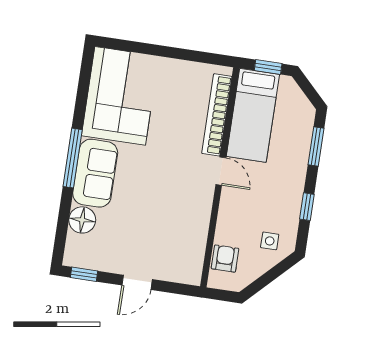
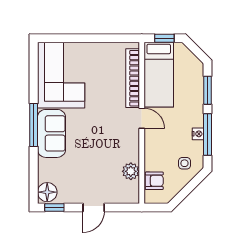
nightstand: (294, 204) -> (198, 134), added
window: (307, 207) -> (208, 135), width x2.17
floor lamp: (82, 220) -> (47, 192), moved
plant: (195, 241) -> (131, 171), added
armchair: (225, 259) -> (154, 181), turned 90

